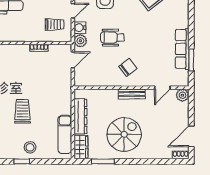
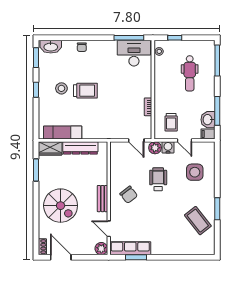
row of seats: (182, 49) -> (130, 248), moved
spiral stairs: (124, 134) -> (61, 206), moved
stool: (30, 147) -> (61, 88), moved

